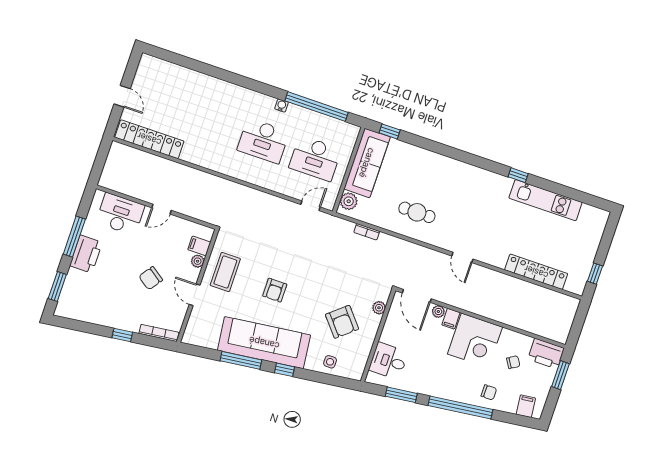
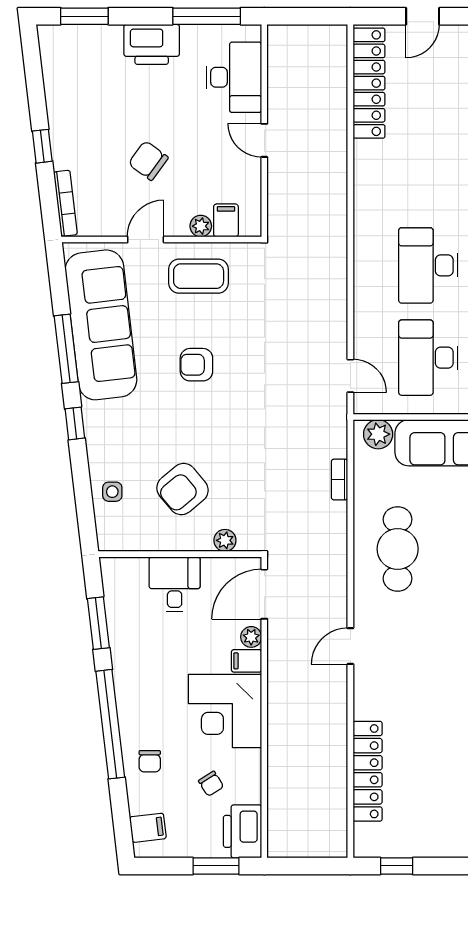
cafe table: (417, 212) -> (398, 549), width x1.37, depth x1.35
window: (74, 237) -> (207, 16), moved
sofa: (264, 343) -> (101, 325), moved
desk: (388, 361) -> (175, 584), moved

